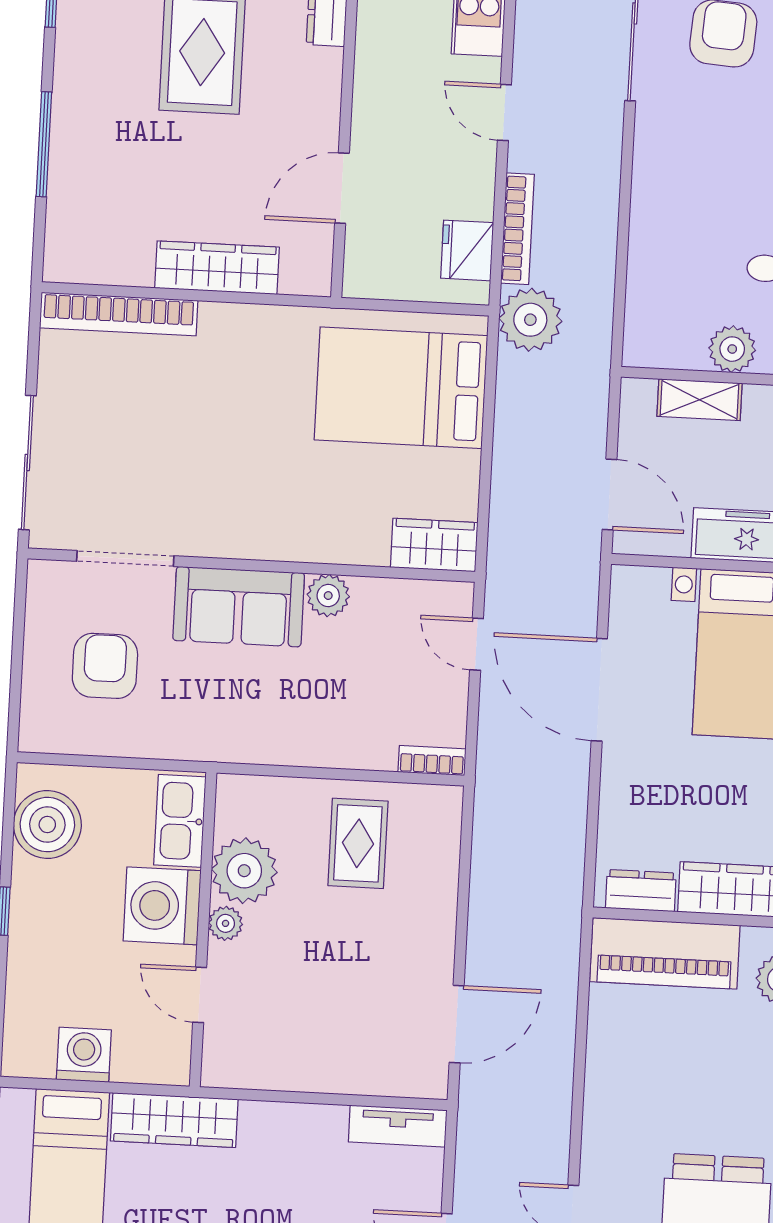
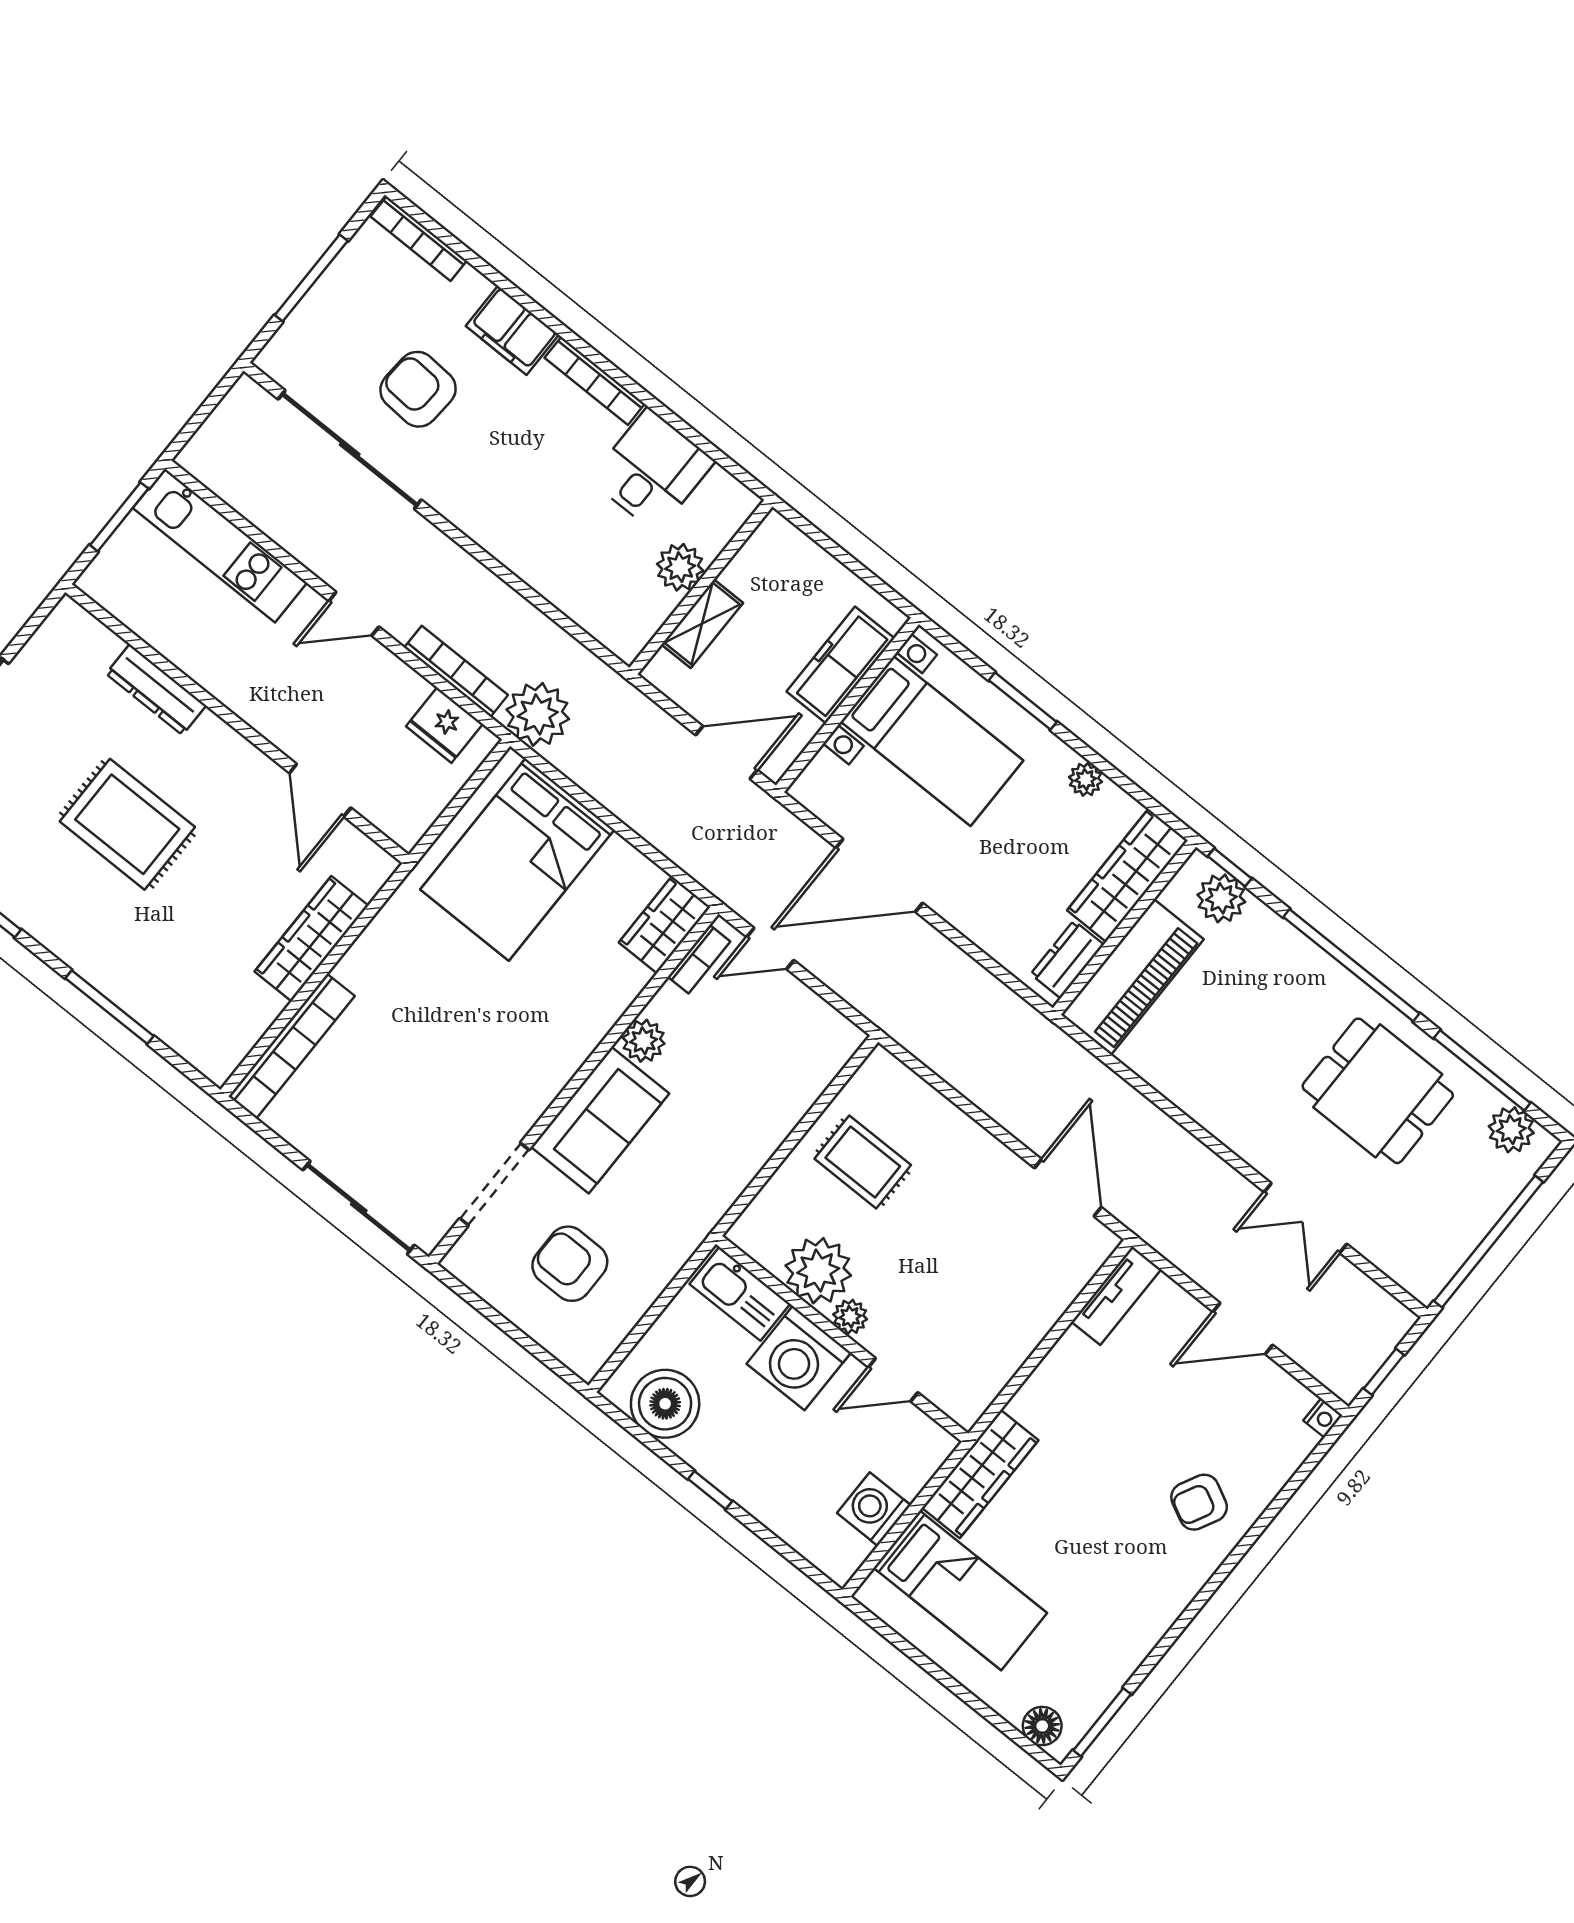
bookcase: (432, 761) -> (699, 959), moved, turned 180

